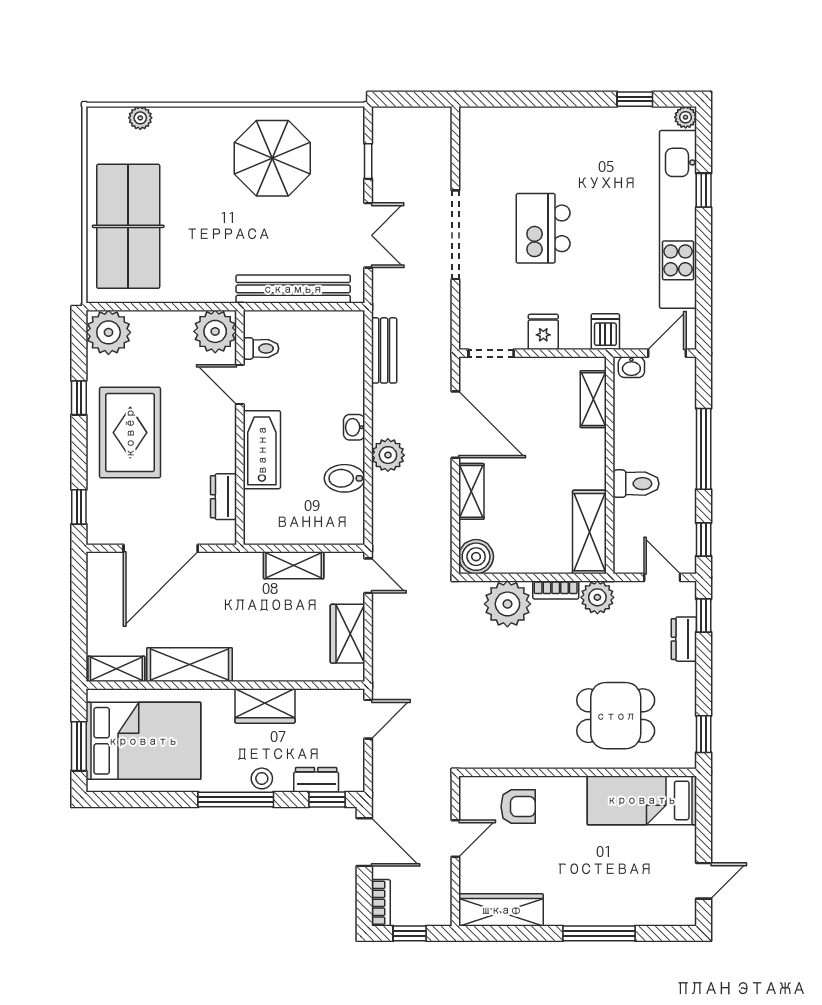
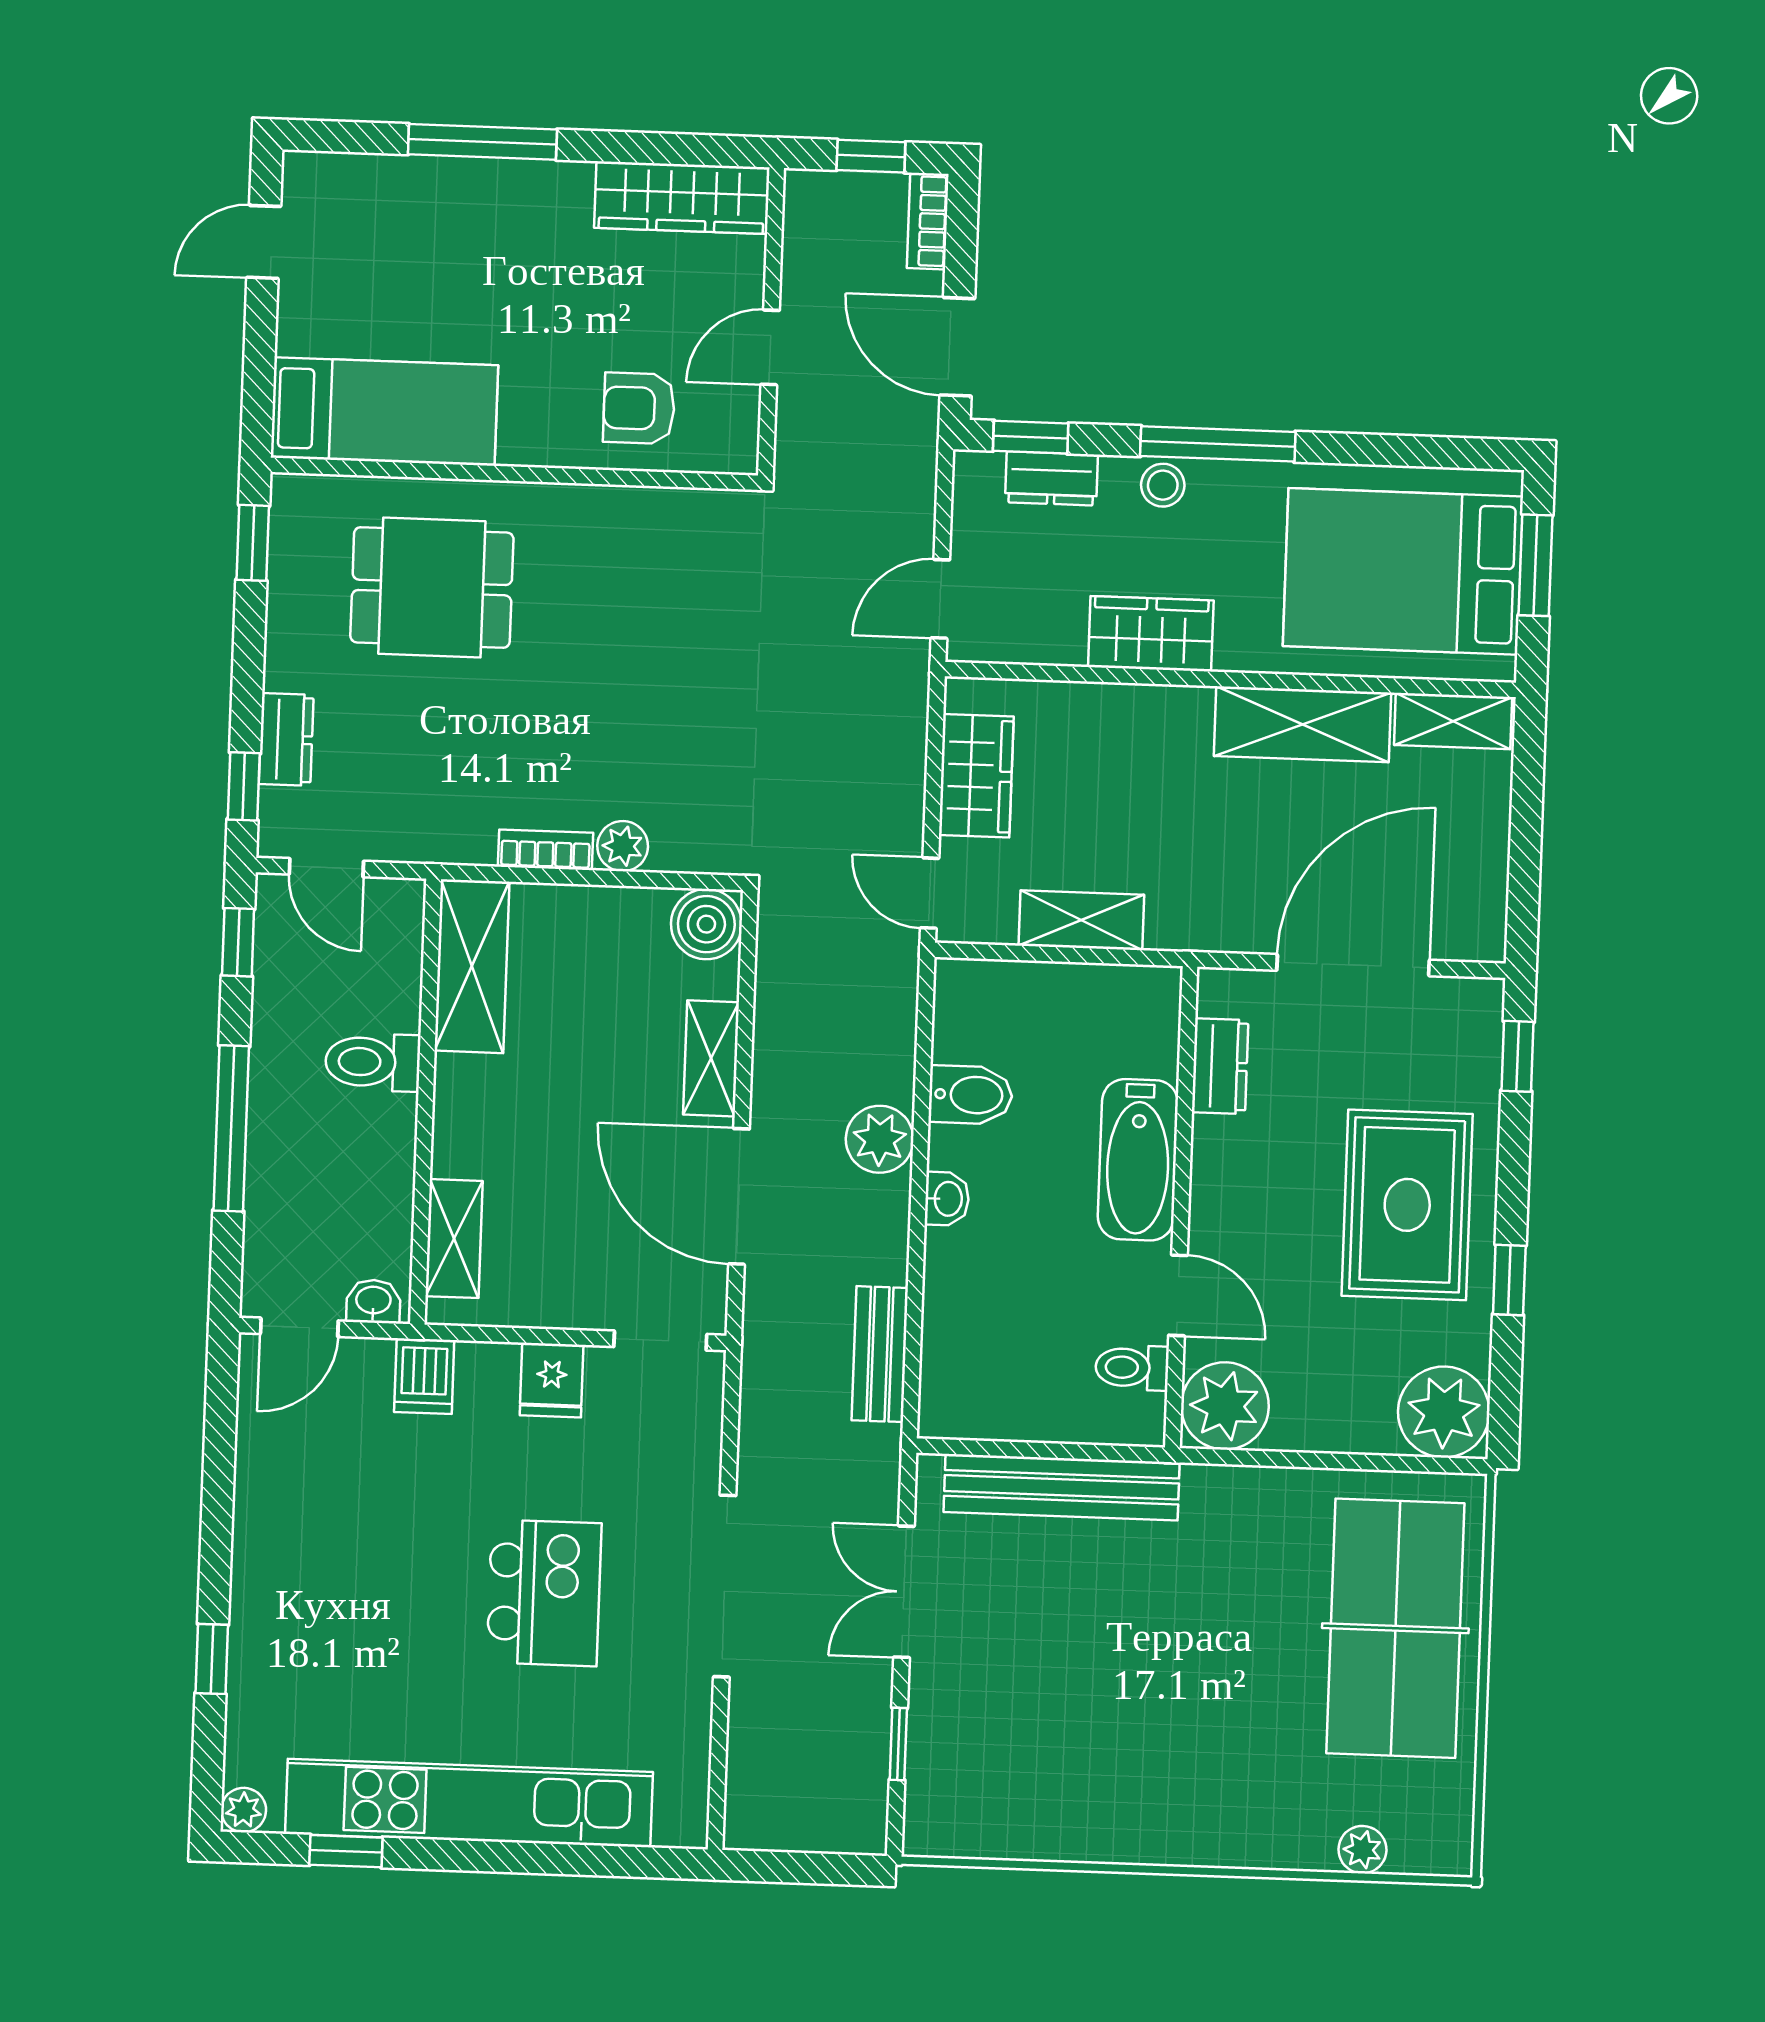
parasol: (272, 158) -> (1094, 1757), removed
kitchen unit: (678, 219) -> (469, 1803), moved, turned -90
plant: (597, 597) -> (461, 832), removed
plant: (507, 604) -> (623, 846), width x0.53, depth x0.53

